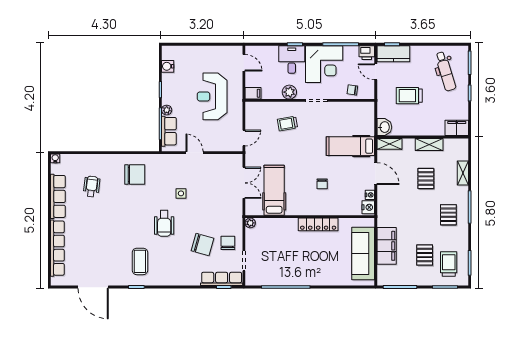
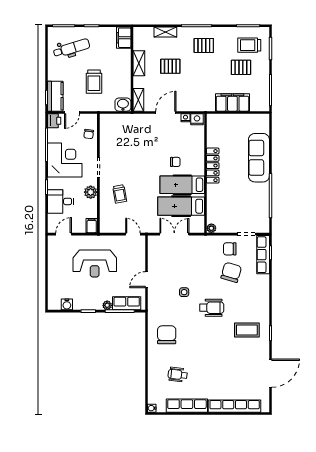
desk: (292, 60) -> (61, 201), moved
hospital bed: (350, 146) -> (182, 185), moved, turned 90
sofa: (363, 254) -> (259, 158), moved, turned 90

